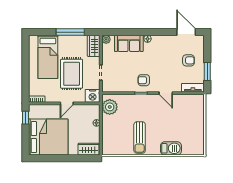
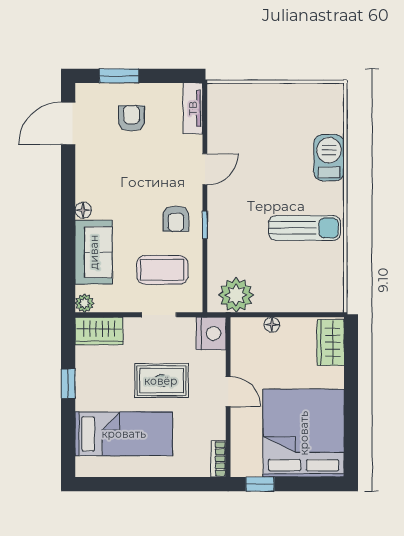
window: (70, 32) -> (68, 384), width x0.46
window: (207, 71) -> (119, 76), moved
rug: (72, 74) -> (161, 381), width x0.73, depth x0.70
coffee table: (121, 74) -> (162, 270), added

